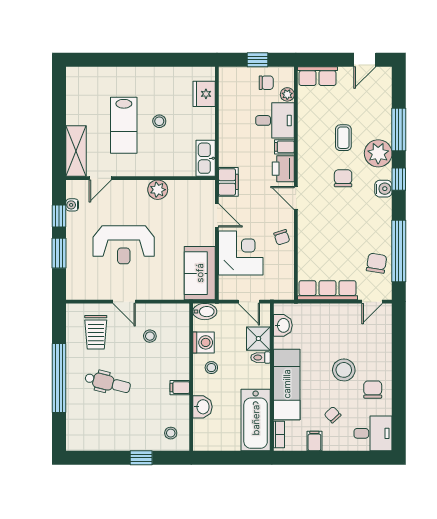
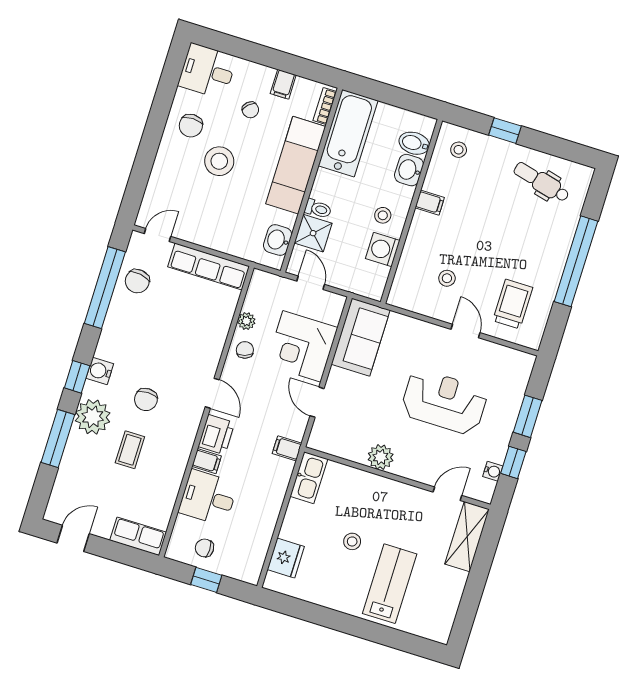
plant: (287, 94) -> (246, 321), moved
lab bench: (124, 125) -> (390, 584), moved
filing cabinet: (228, 182) -> (287, 448), width x0.50
bidet: (205, 312) -> (414, 143), moved
dental chair: (108, 383) -> (541, 182), moved

